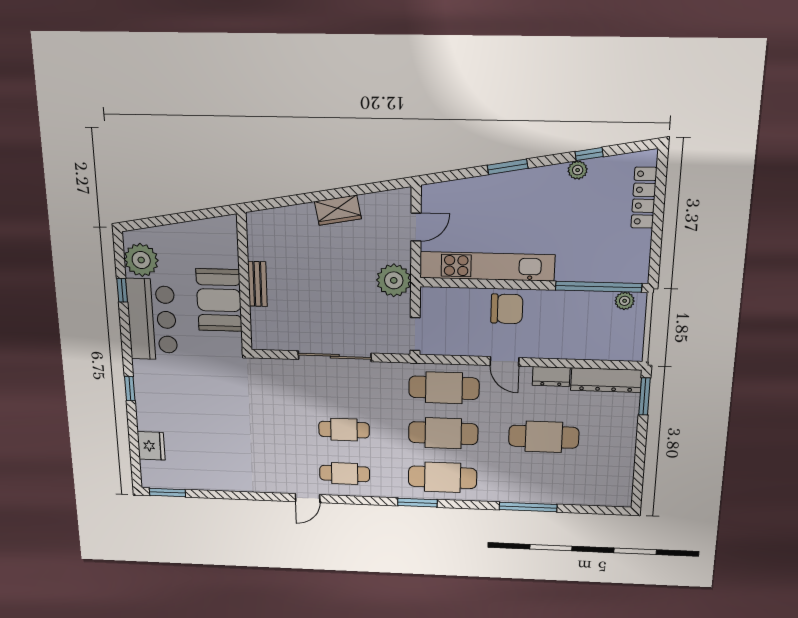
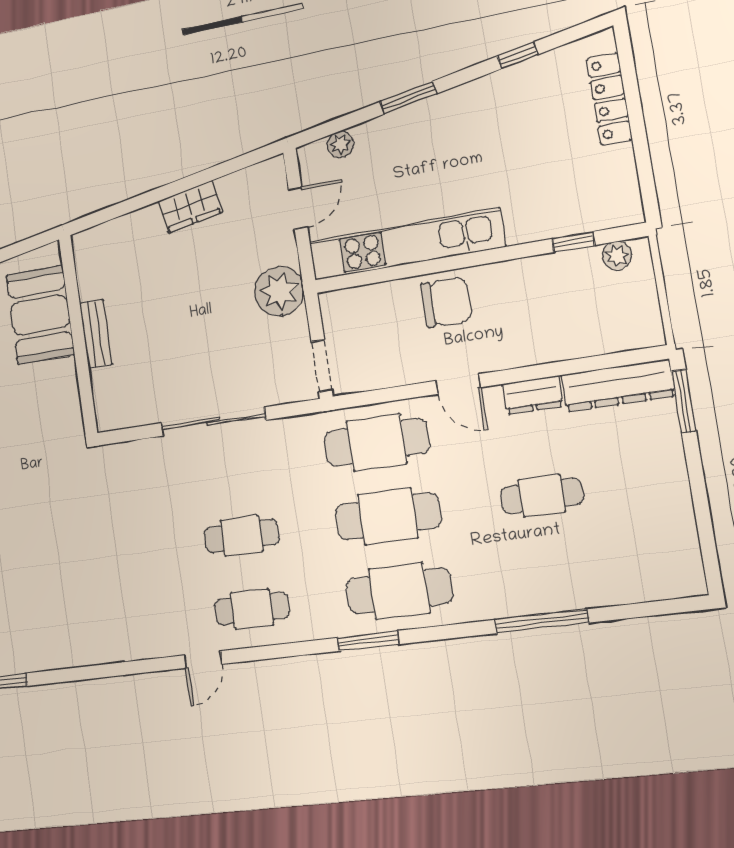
plant: (578, 170) -> (340, 144), moved
window: (599, 287) -> (573, 242), width x0.32
booth: (219, 300) -> (40, 315), moved
cafe table: (544, 437) -> (542, 496), width x0.73, depth x0.74

